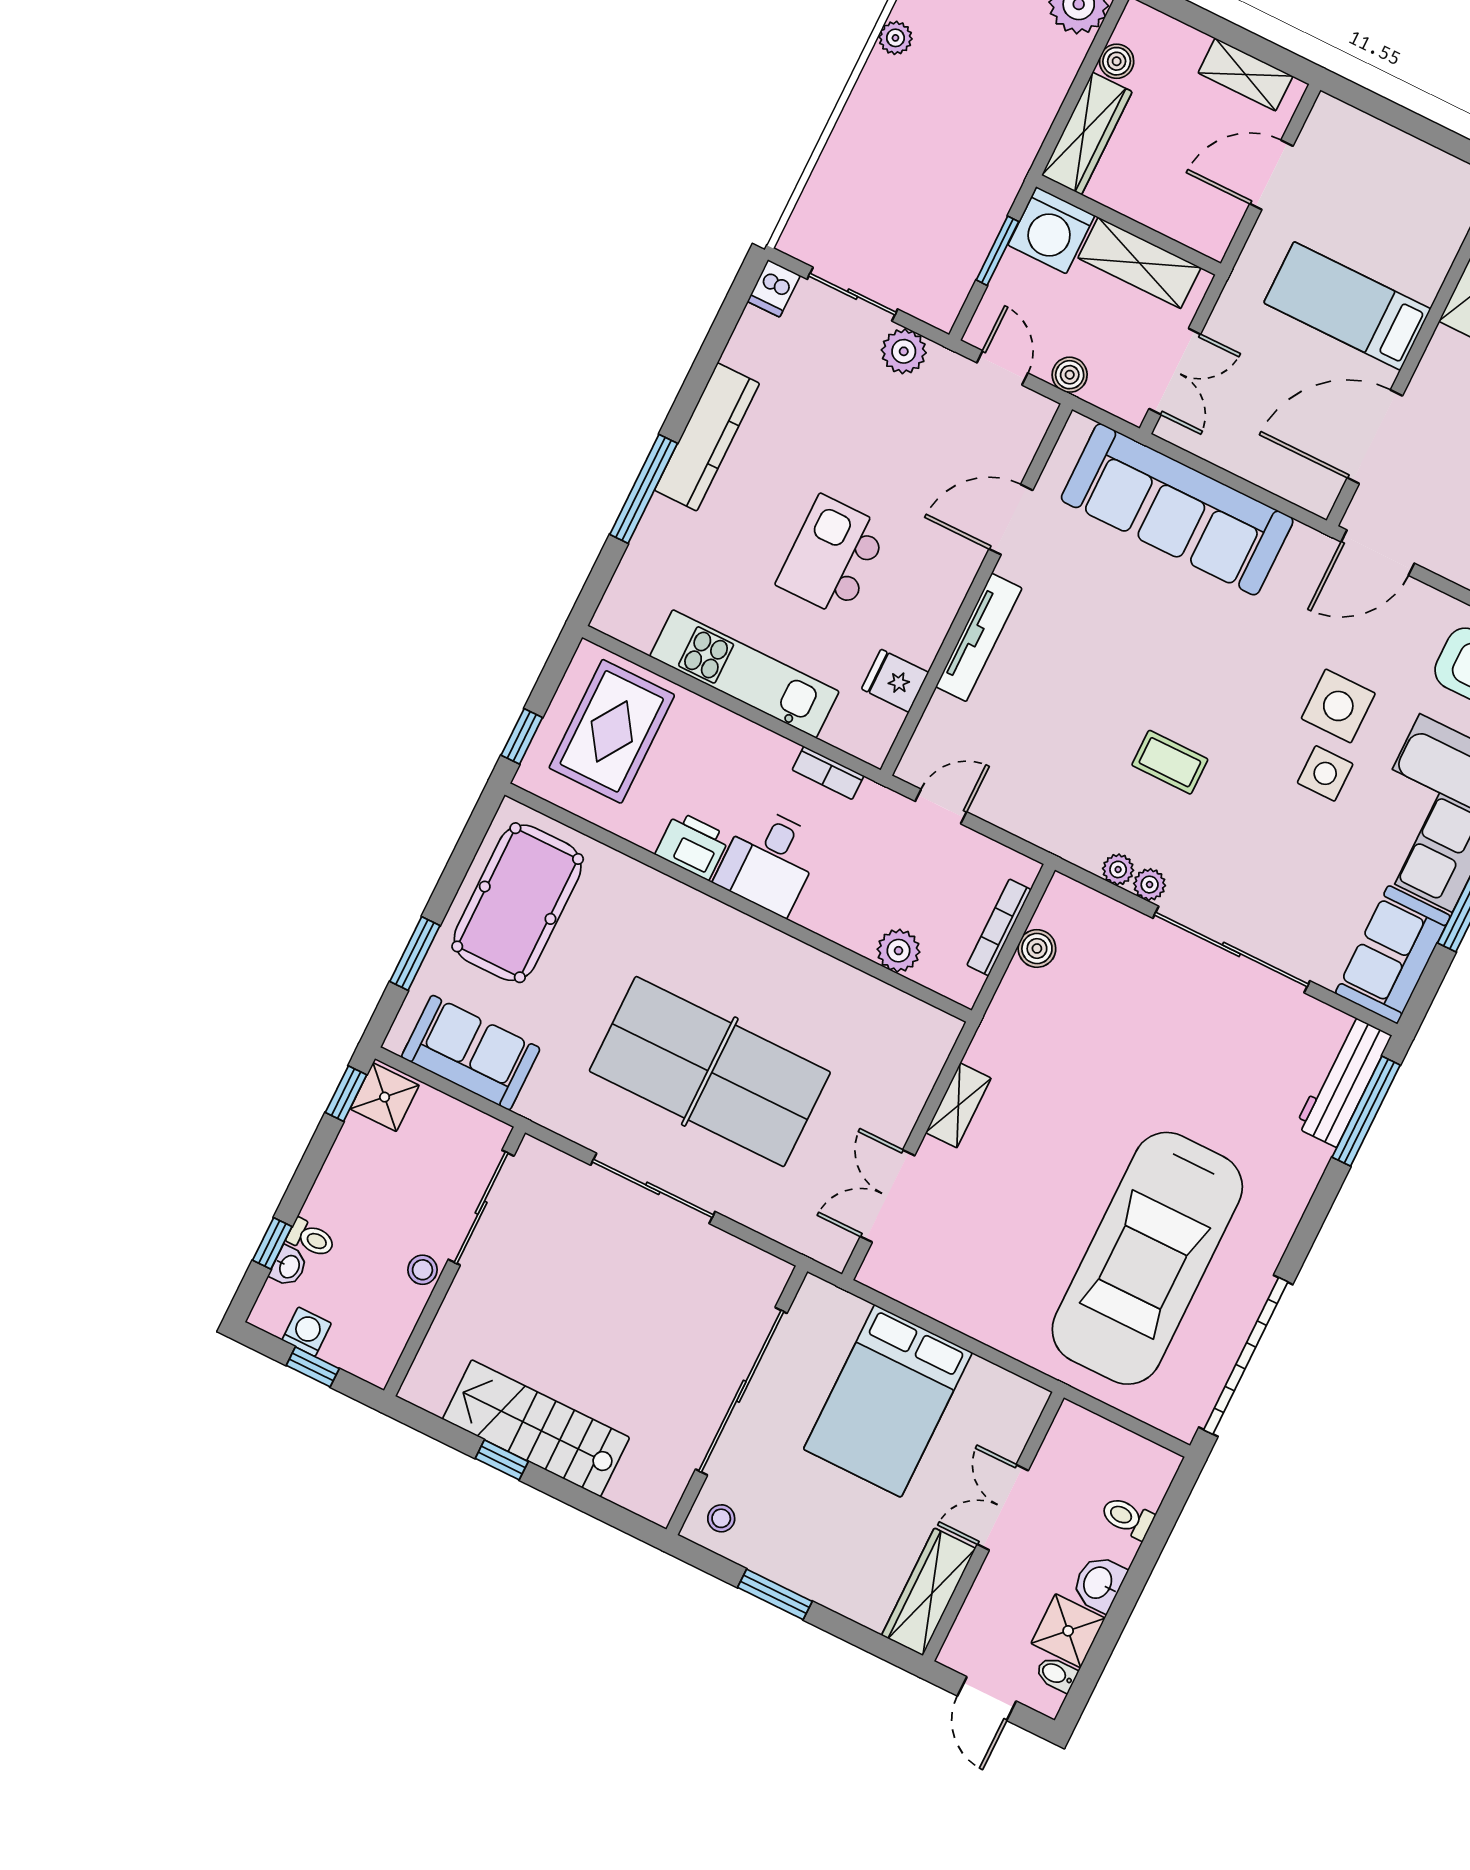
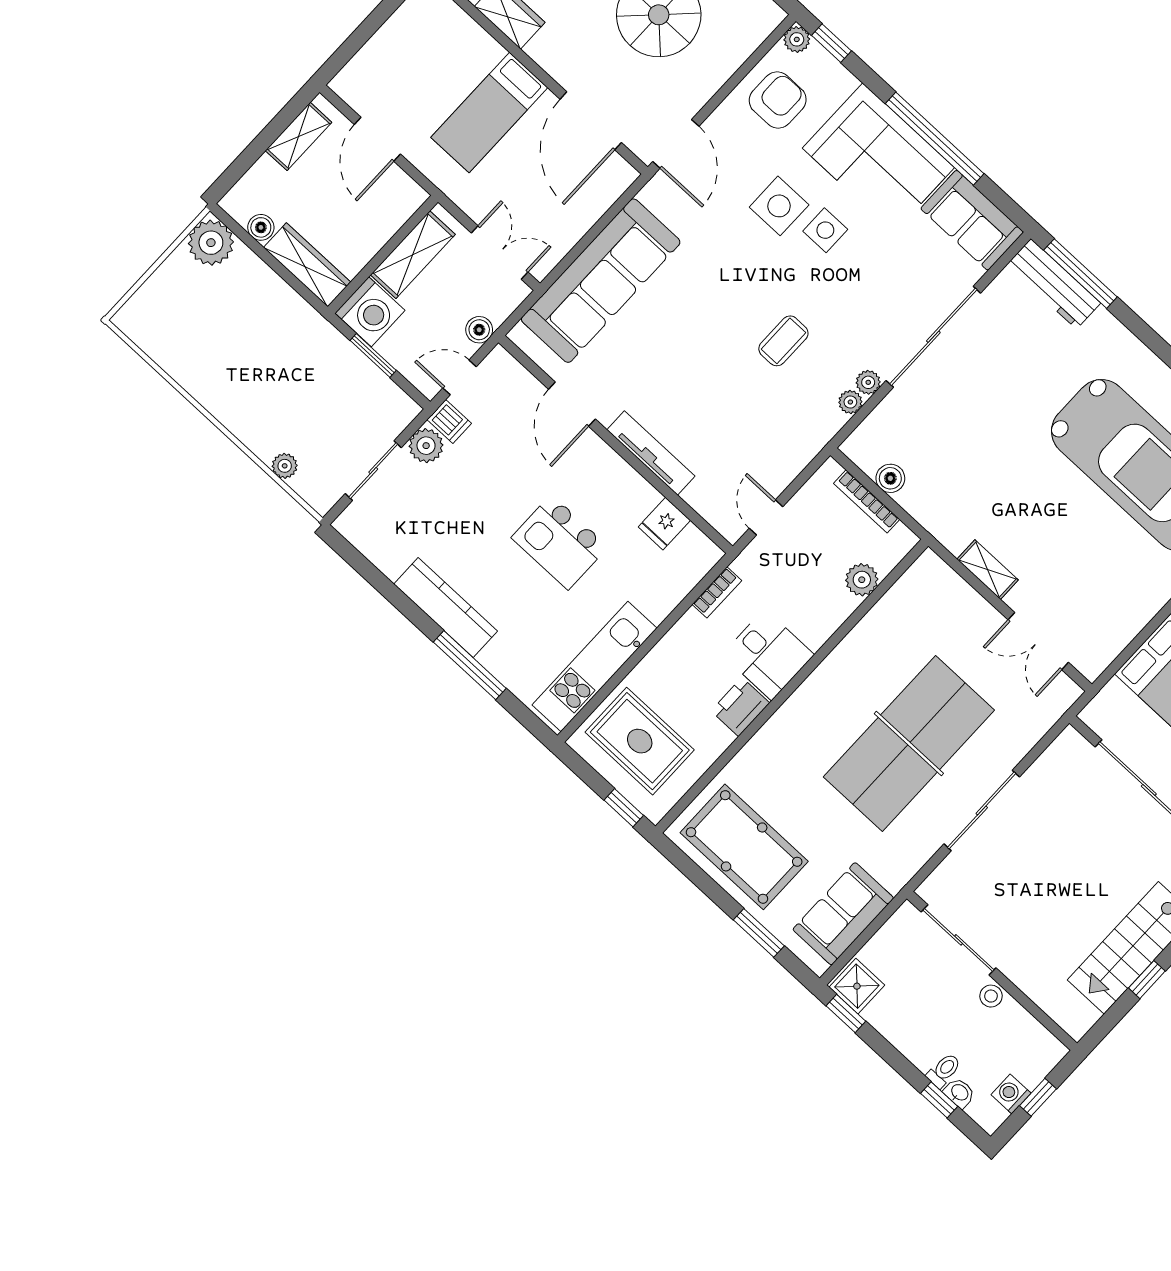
plant: (895, 38) -> (285, 466), moved
dishwasher: (774, 288) -> (449, 422), moved
kitchen unit: (744, 674) -> (594, 667), moved

